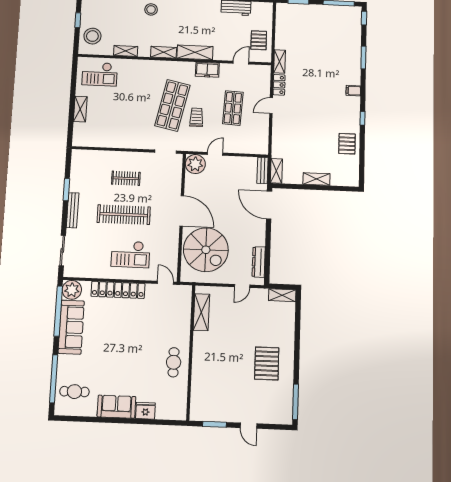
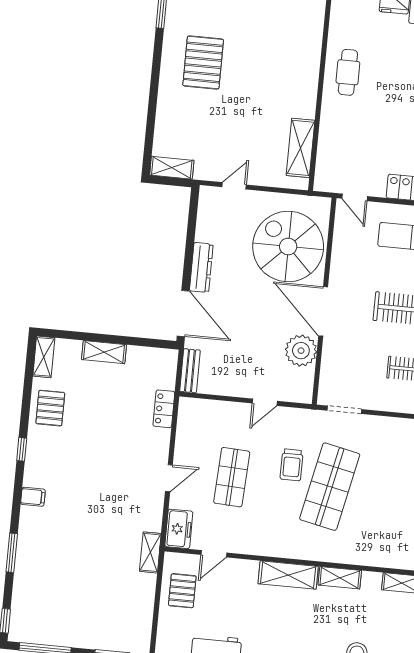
freezer: (207, 70) -> (179, 529), moved, turned 90
locker: (279, 85) -> (164, 409), moved
plant: (195, 164) -> (301, 351), moved
shelving: (276, 171) -> (44, 357), moved
dresser: (259, 262) -> (201, 267), moved

